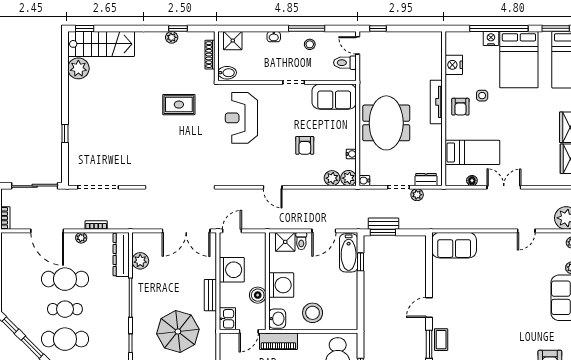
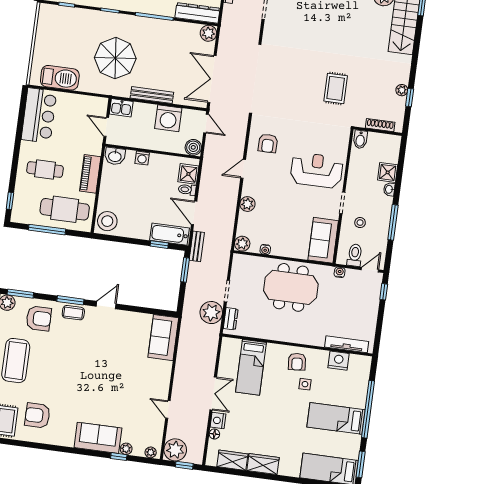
nightstand: (491, 38) -> (218, 421), moved, turned 180
shower: (233, 41) -> (388, 172), moved
stool: (310, 44) -> (360, 223), moved
bed: (519, 60) -> (336, 418), width x0.67
tv unit: (436, 102) -> (347, 344), moved
armchair: (460, 107) -> (297, 362), turned -95
reception desk: (241, 118) -> (317, 170), moved
armchair: (305, 145) -> (268, 143), moved, turned -90
plant: (332, 178) -> (247, 204), moved
water cooler: (364, 181) -> (340, 272), moved
floor lamp: (472, 181) -> (214, 434), moved
plant: (417, 195) -> (211, 313), width x1.88, depth x1.88
bench: (383, 224) -> (197, 246), moved
plant: (140, 261) -> (208, 33), moved
washing machine: (281, 285) -> (142, 158), width x0.53, depth x0.53
bench: (210, 295) -> (152, 95), width x1.36
boiler: (258, 295) -> (193, 147), moved
door: (429, 307) -> (106, 305), hinge flipped
stool: (313, 313) -> (107, 221), moved
piano: (278, 341) -> (90, 174), moved

